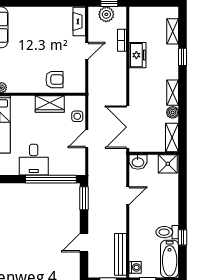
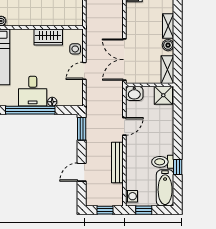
armchair: (55, 80) -> (53, 13), removed
floor lamp: (54, 170) -> (52, 102), added
window: (51, 179) -> (30, 110), moved
bench: (121, 254) -> (117, 162), moved

